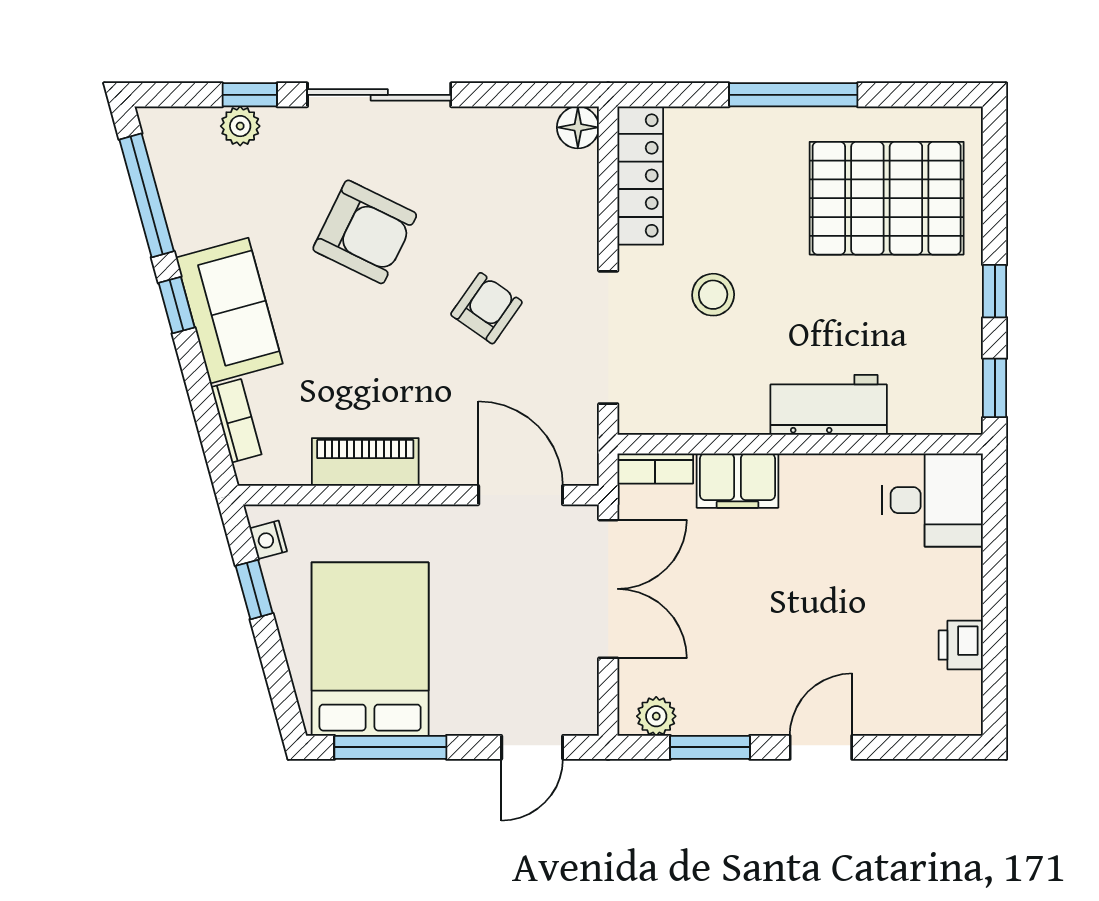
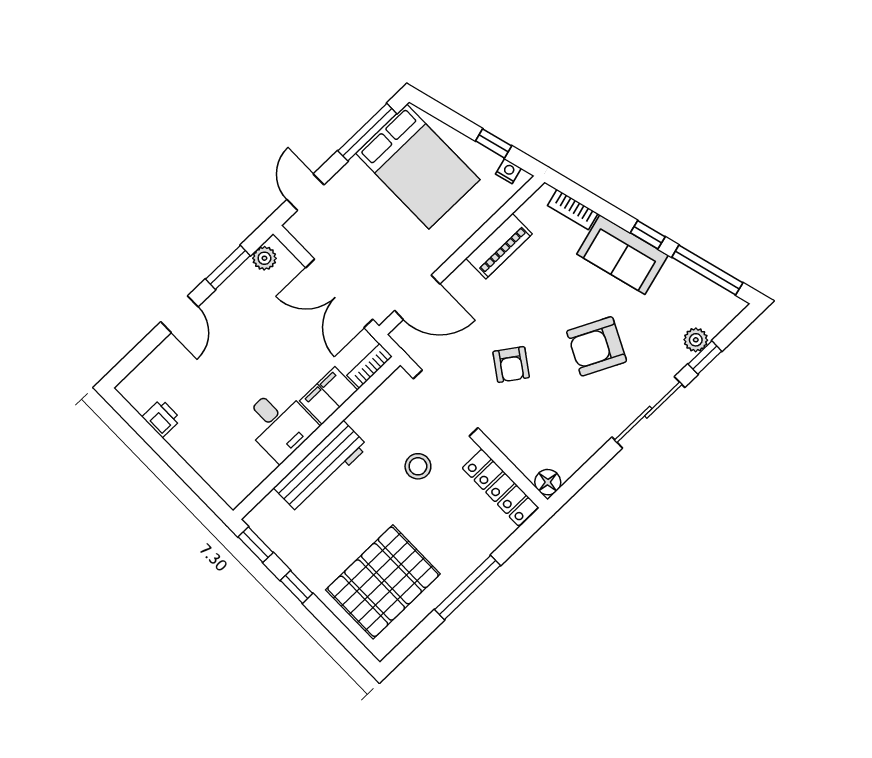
workbench: (829, 405) -> (321, 467), width x1.38
desk: (933, 500) -> (279, 424), moved, turned -90

